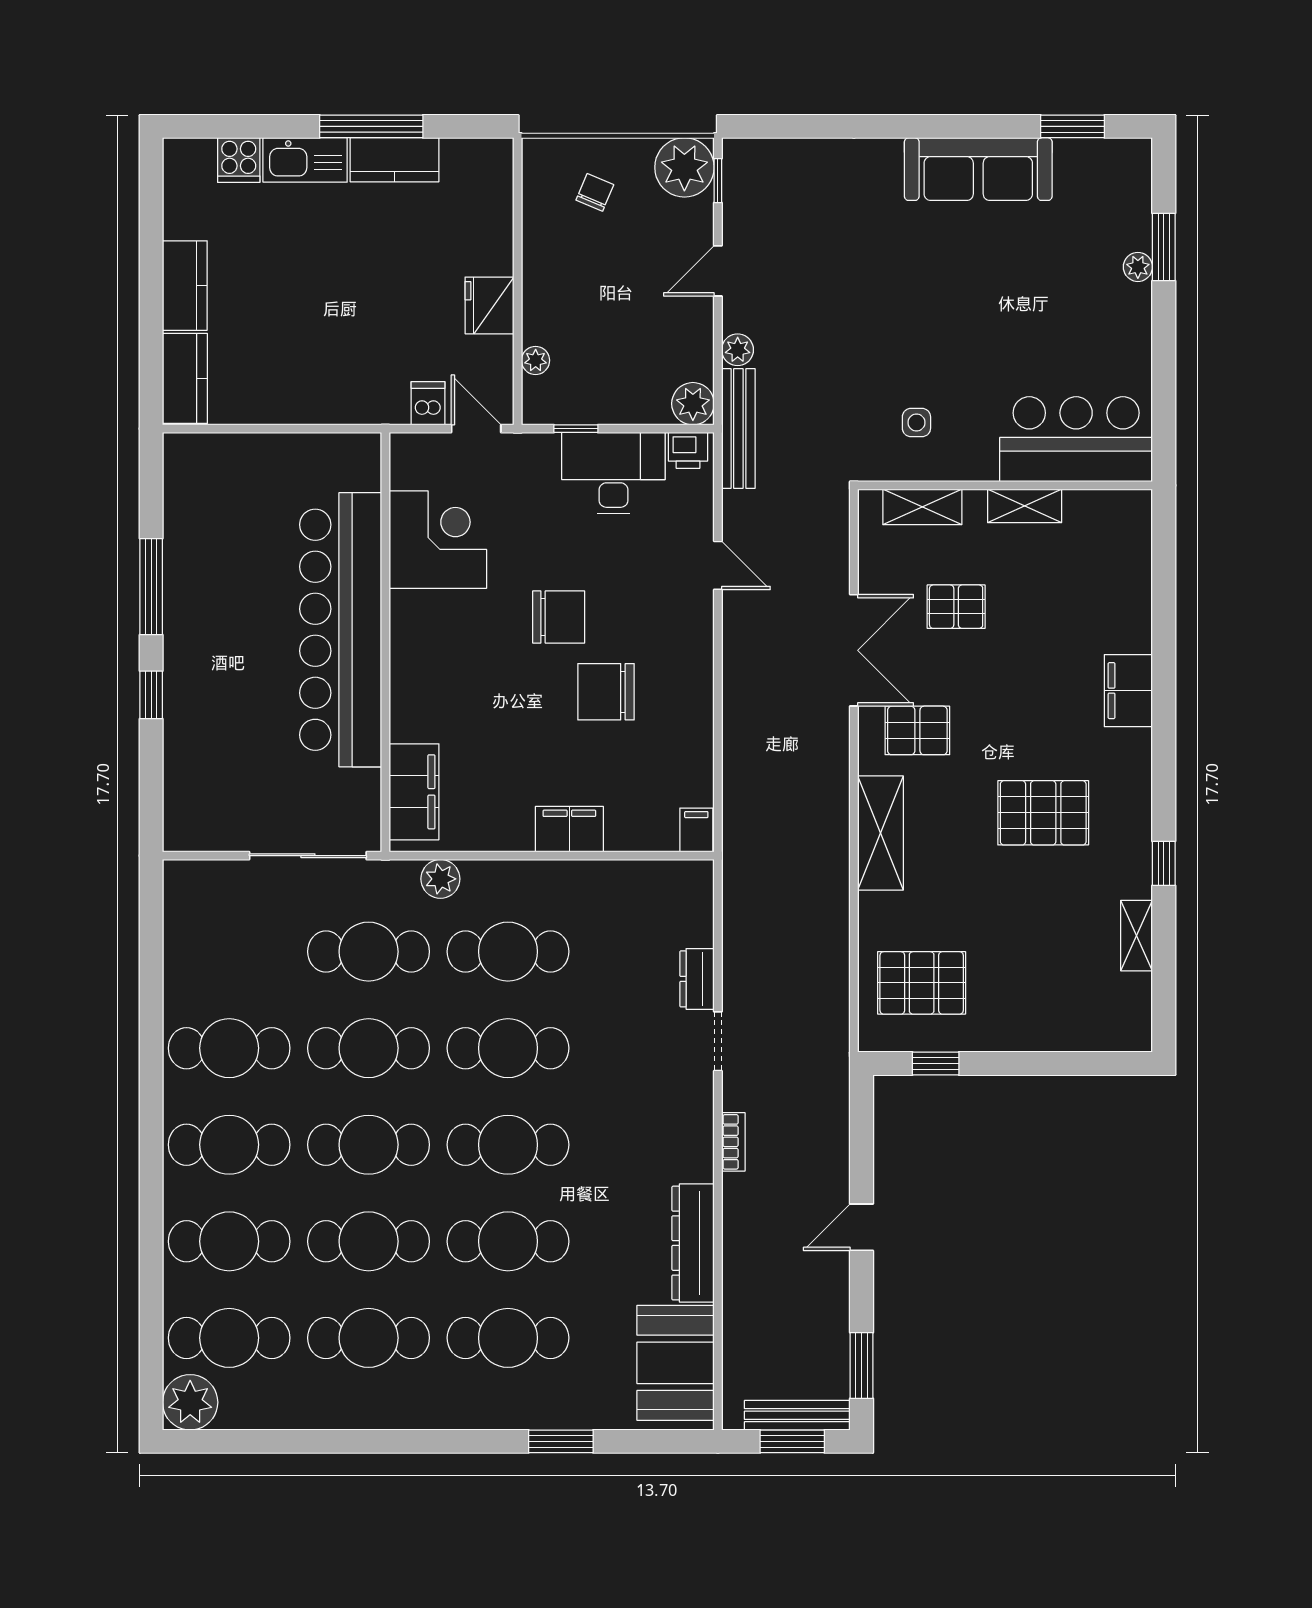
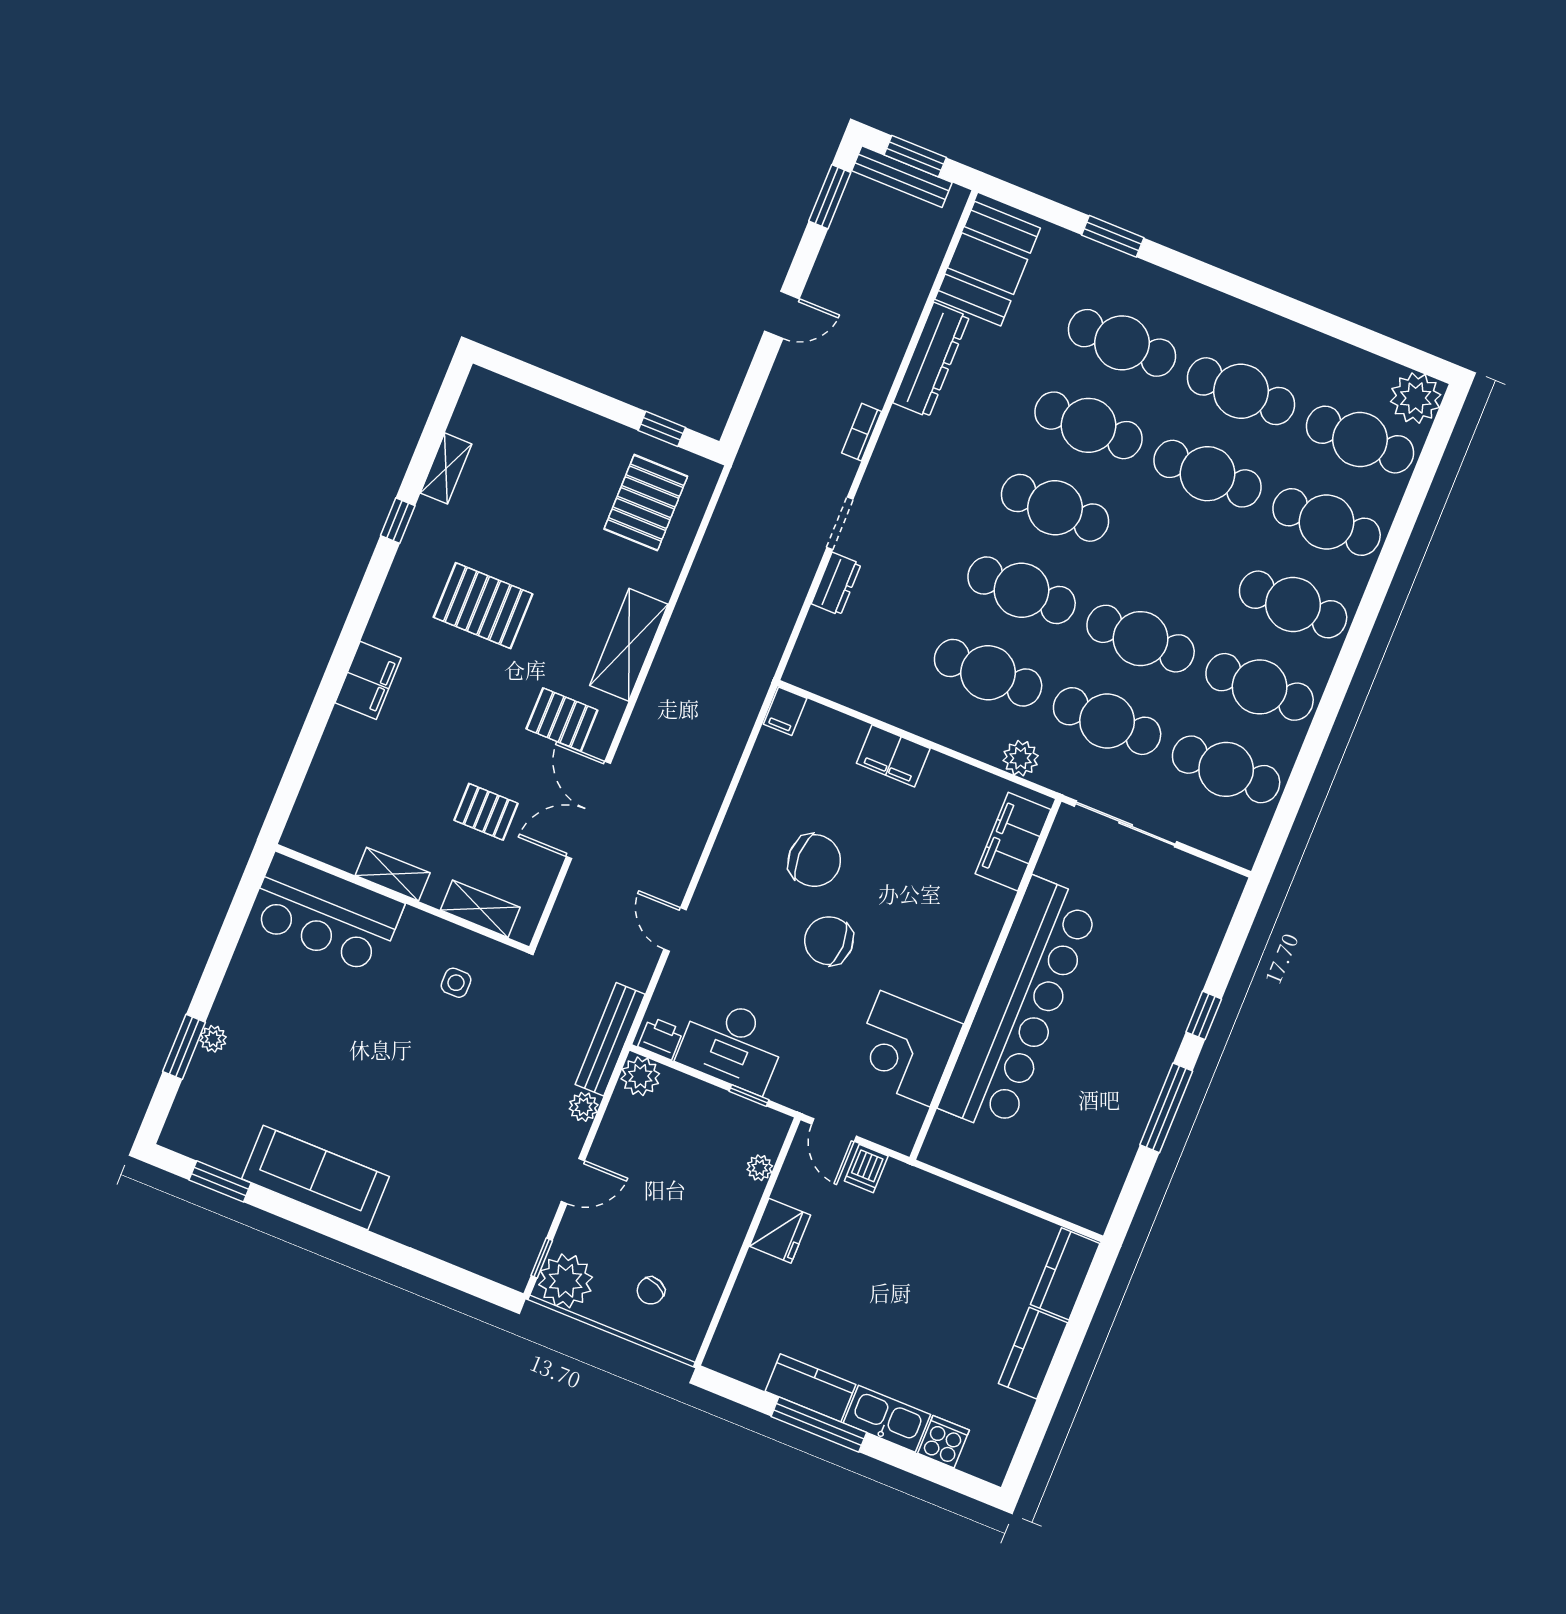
pallet: (922, 983) -> (646, 503), turned 90
cafe table: (369, 1145) -> (1226, 769), moved

